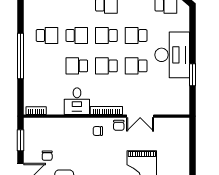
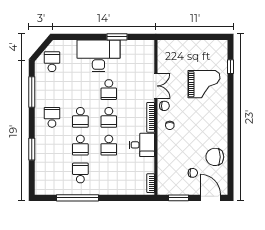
school desk: (77, 36) -> (80, 145), turned 180
school desk: (136, 36) -> (80, 90), removed
window: (20, 56) -> (77, 198), moved

